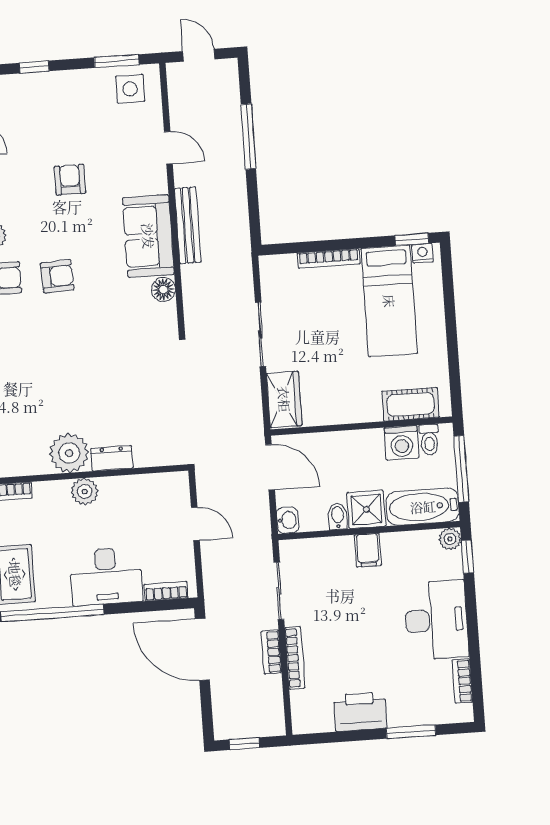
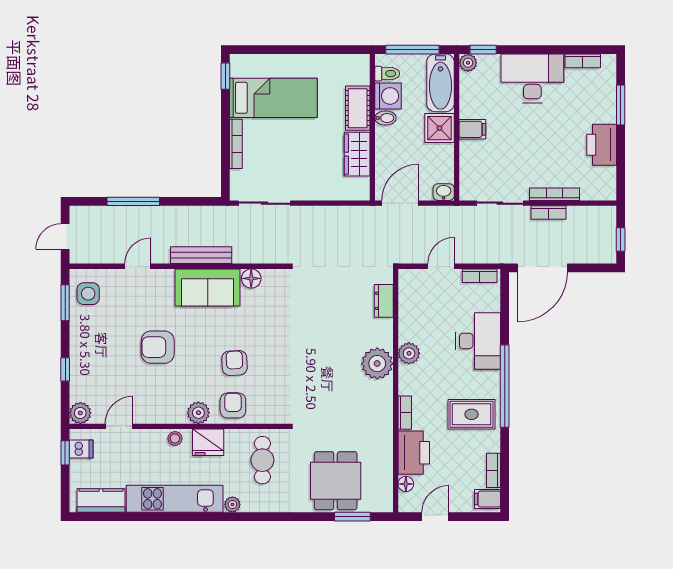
armchair: (70, 180) -> (158, 347), width x1.38, depth x1.38
nightstand: (422, 253) -> (237, 68), removed
sliding door: (261, 334) -> (265, 203), moved
wardrobe: (284, 399) -> (357, 154), moved, turned -90
cot: (411, 404) -> (358, 108), moved
dresser: (112, 458) -> (384, 301), moved
bidet: (338, 516) -> (386, 118), moved, turned 180
bookcase: (166, 591) -> (480, 276), moved, turned -90

